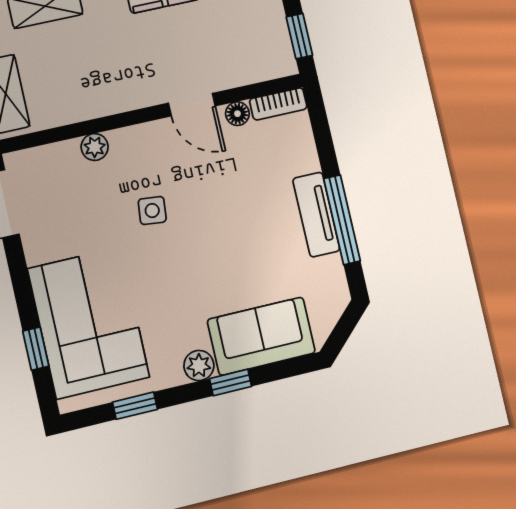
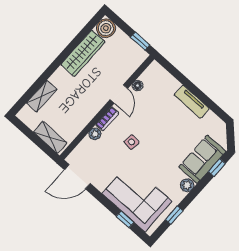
bookcase: (278, 104) -> (107, 119), moved
door: (192, 105) -> (119, 94), hinge flipped
window: (342, 220) -> (202, 97), removed
window: (231, 382) -> (217, 168), moved

